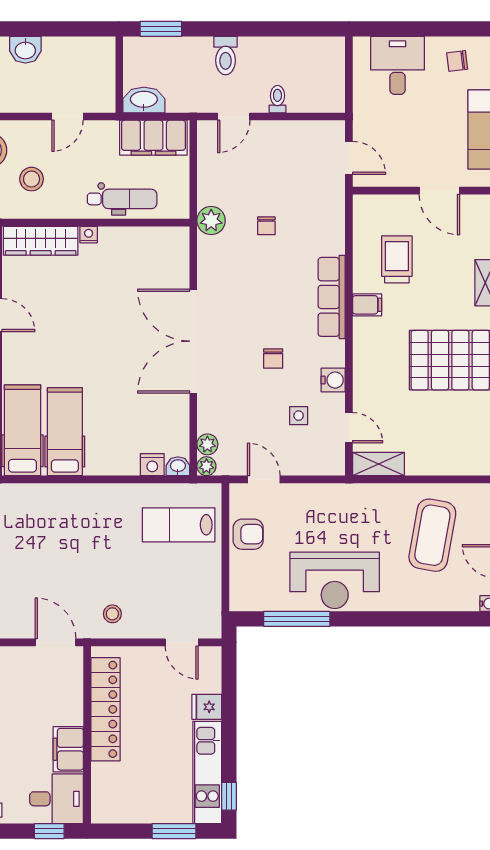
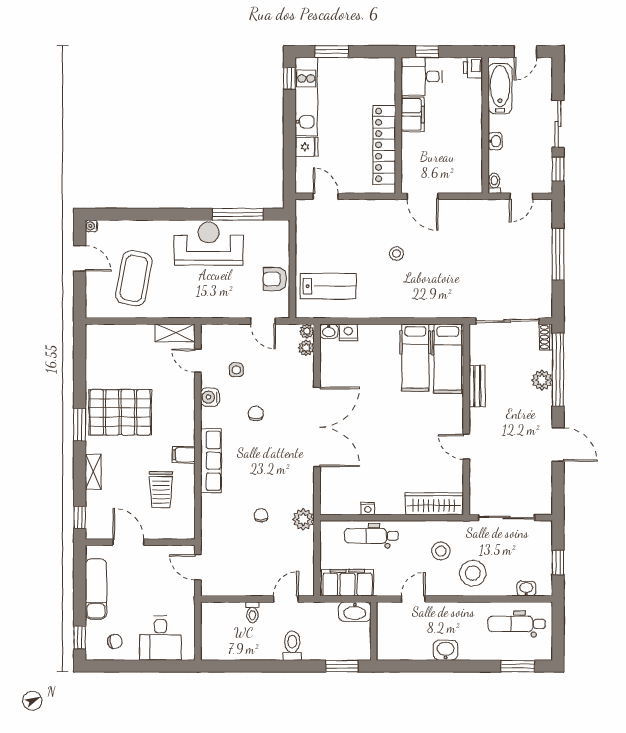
nightstand: (89, 235) -> (368, 509), moved
stool: (112, 614) -> (396, 254), moved

